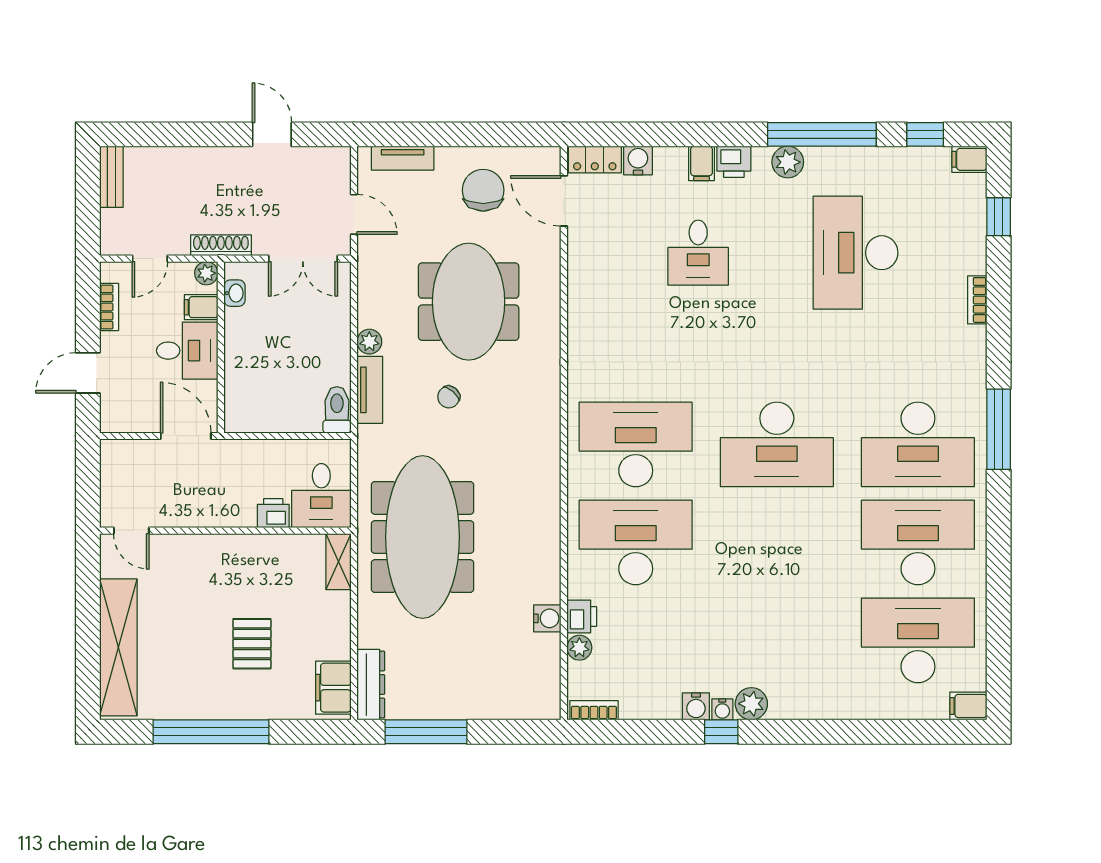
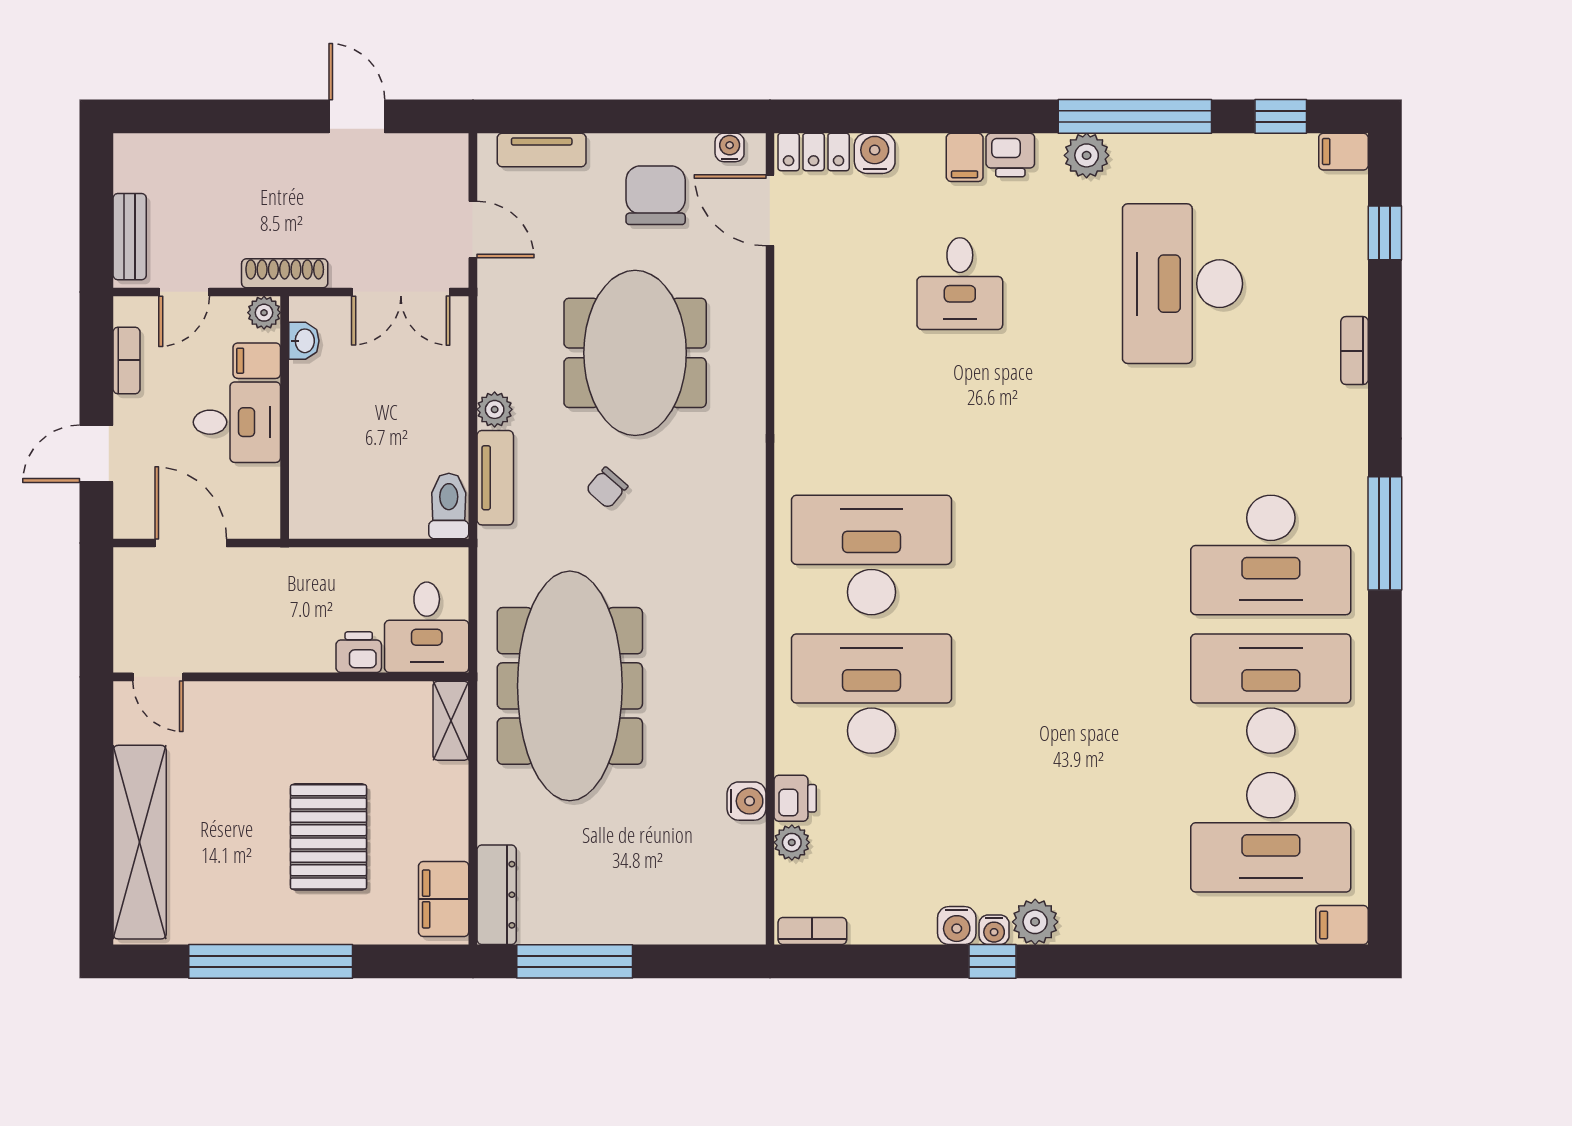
water cooler: (535, 156) -> (730, 147), added
bench: (111, 177) -> (130, 237), moved
door: (186, 436) -> (191, 543), moved
desk: (777, 444) -> (1071, 555), removed
desk: (918, 640) -> (1271, 832), turned 180
pallet: (252, 644) -> (328, 837), width x1.50, depth x1.42

